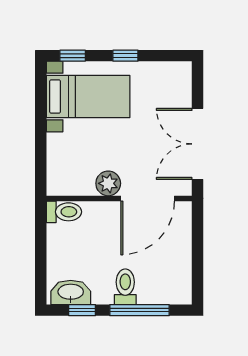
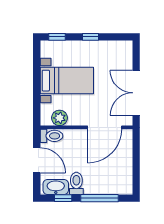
bed with nightstands: (88, 96) -> (67, 81), moved
plant: (108, 183) -> (60, 118), moved
door: (41, 250) -> (37, 160), added
toilet: (125, 287) -> (76, 183), moved

